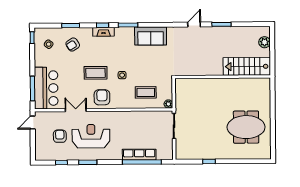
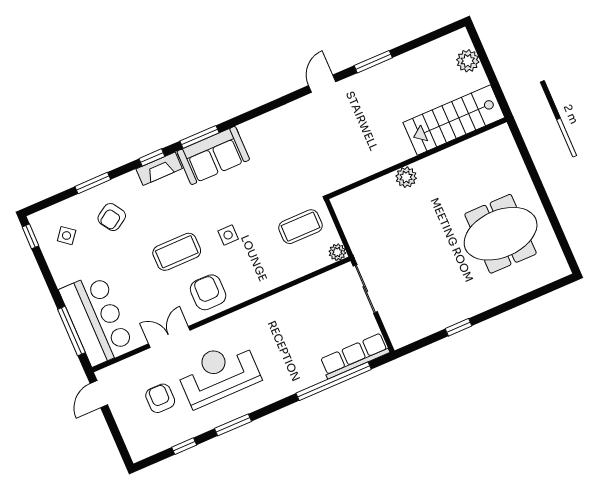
sofa: (151, 36) -> (213, 155), moved
plant: (214, 83) -> (406, 177), added
coffee table: (146, 92) -> (300, 227), moved
row of seats: (139, 155) -> (355, 356), moved

